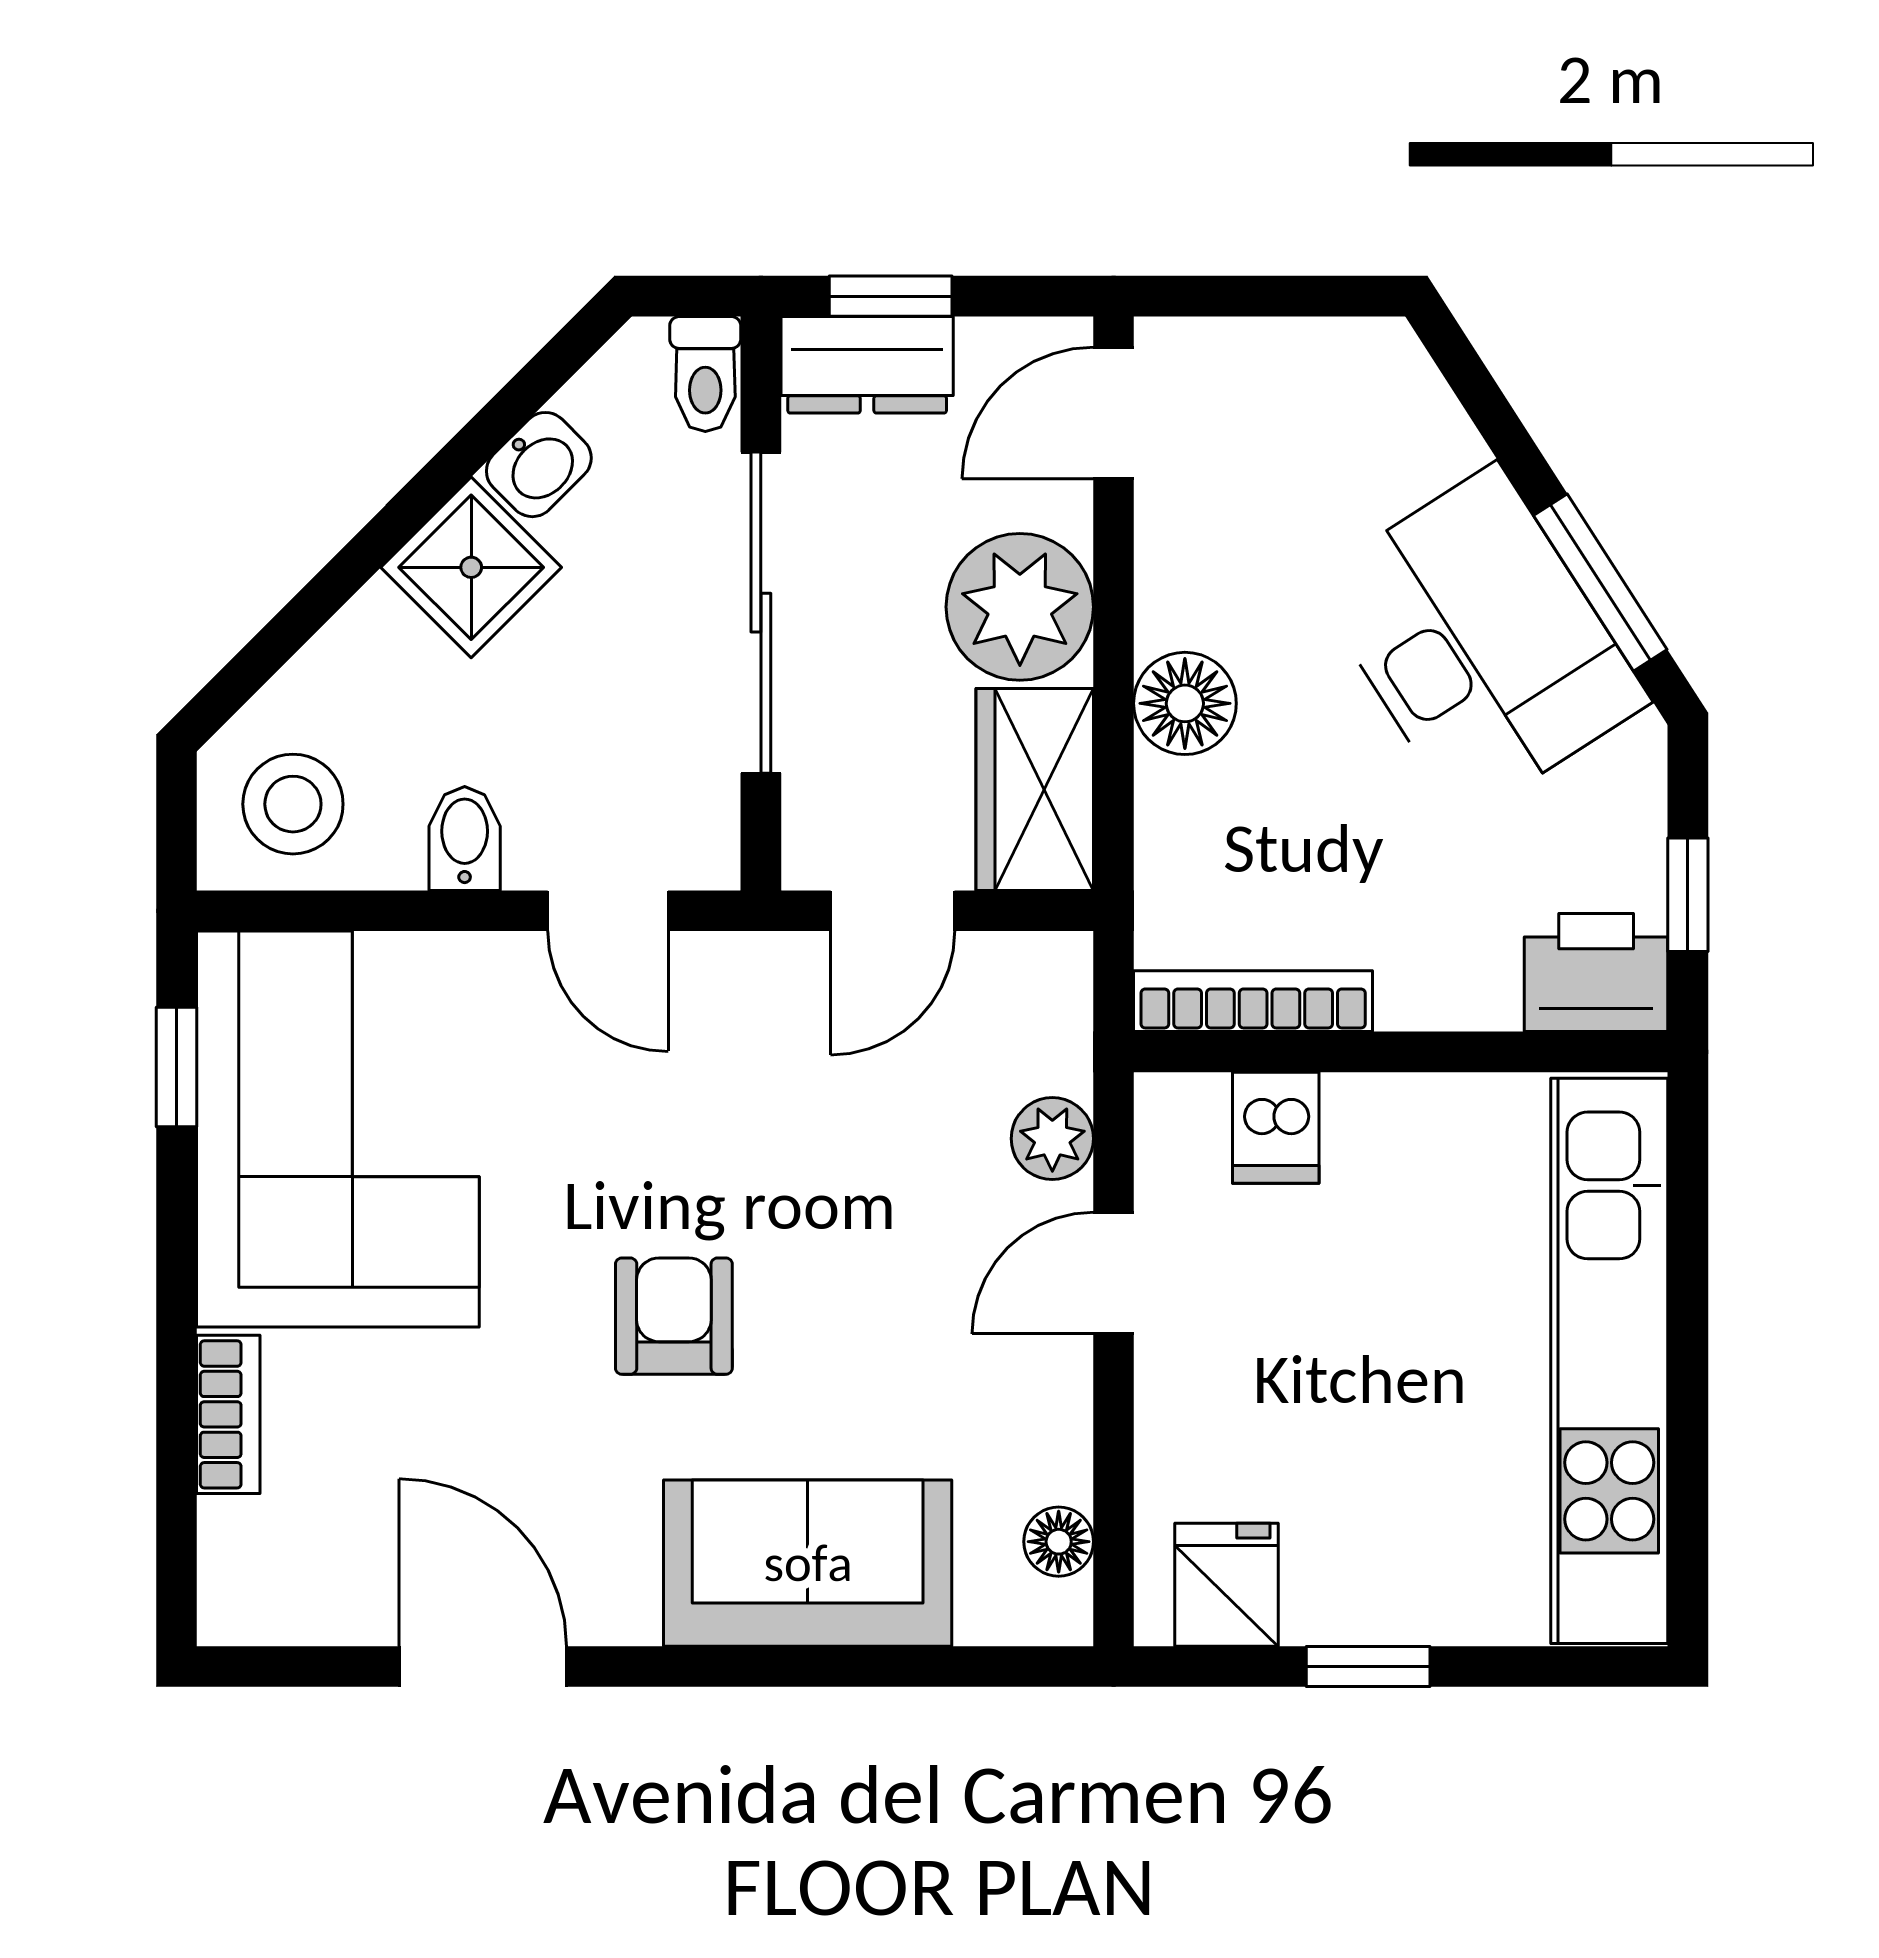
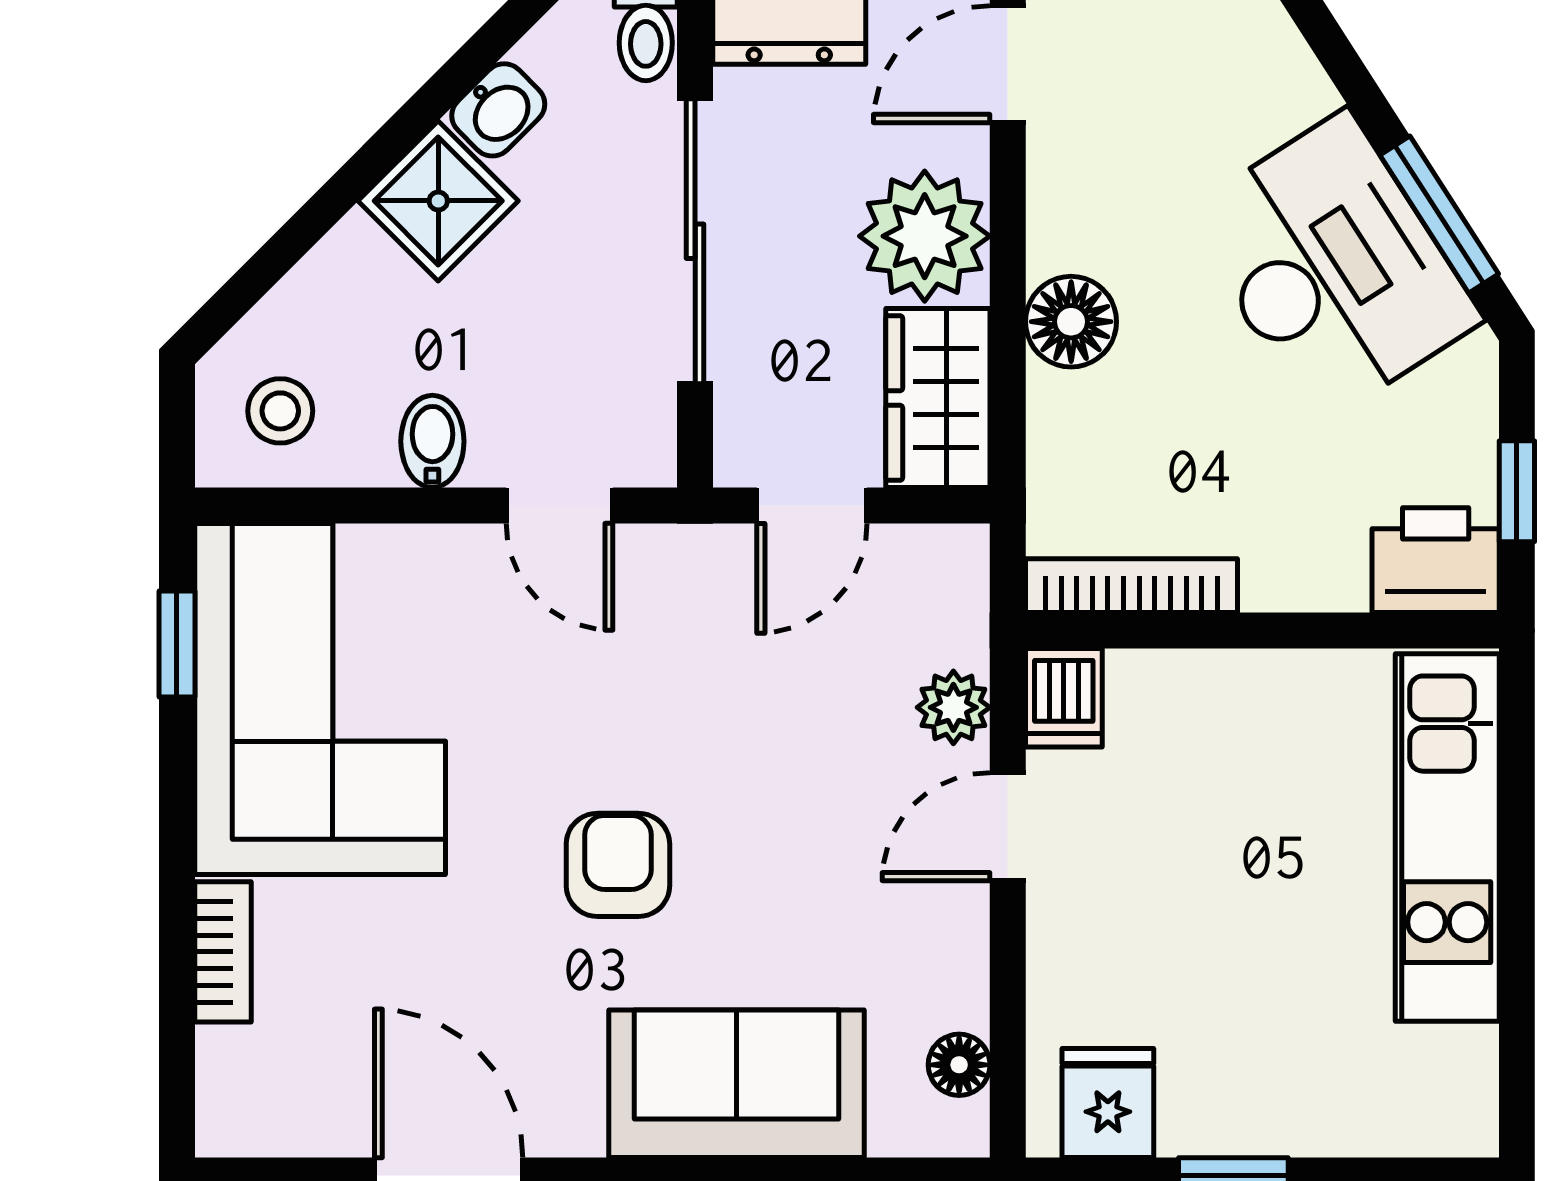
stool: (293, 804) -> (280, 411), width x0.73, depth x0.73
dishwasher: (1276, 1128) -> (1064, 698), moved
kitchen unit: (1609, 1361) -> (1447, 838), width x0.73

